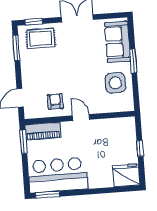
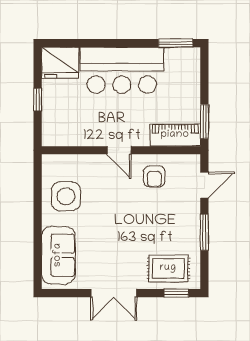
window: (16, 48) -> (204, 232), moved
window: (133, 61) -> (38, 226), removed
bar counter: (58, 175) -> (122, 70), moved

